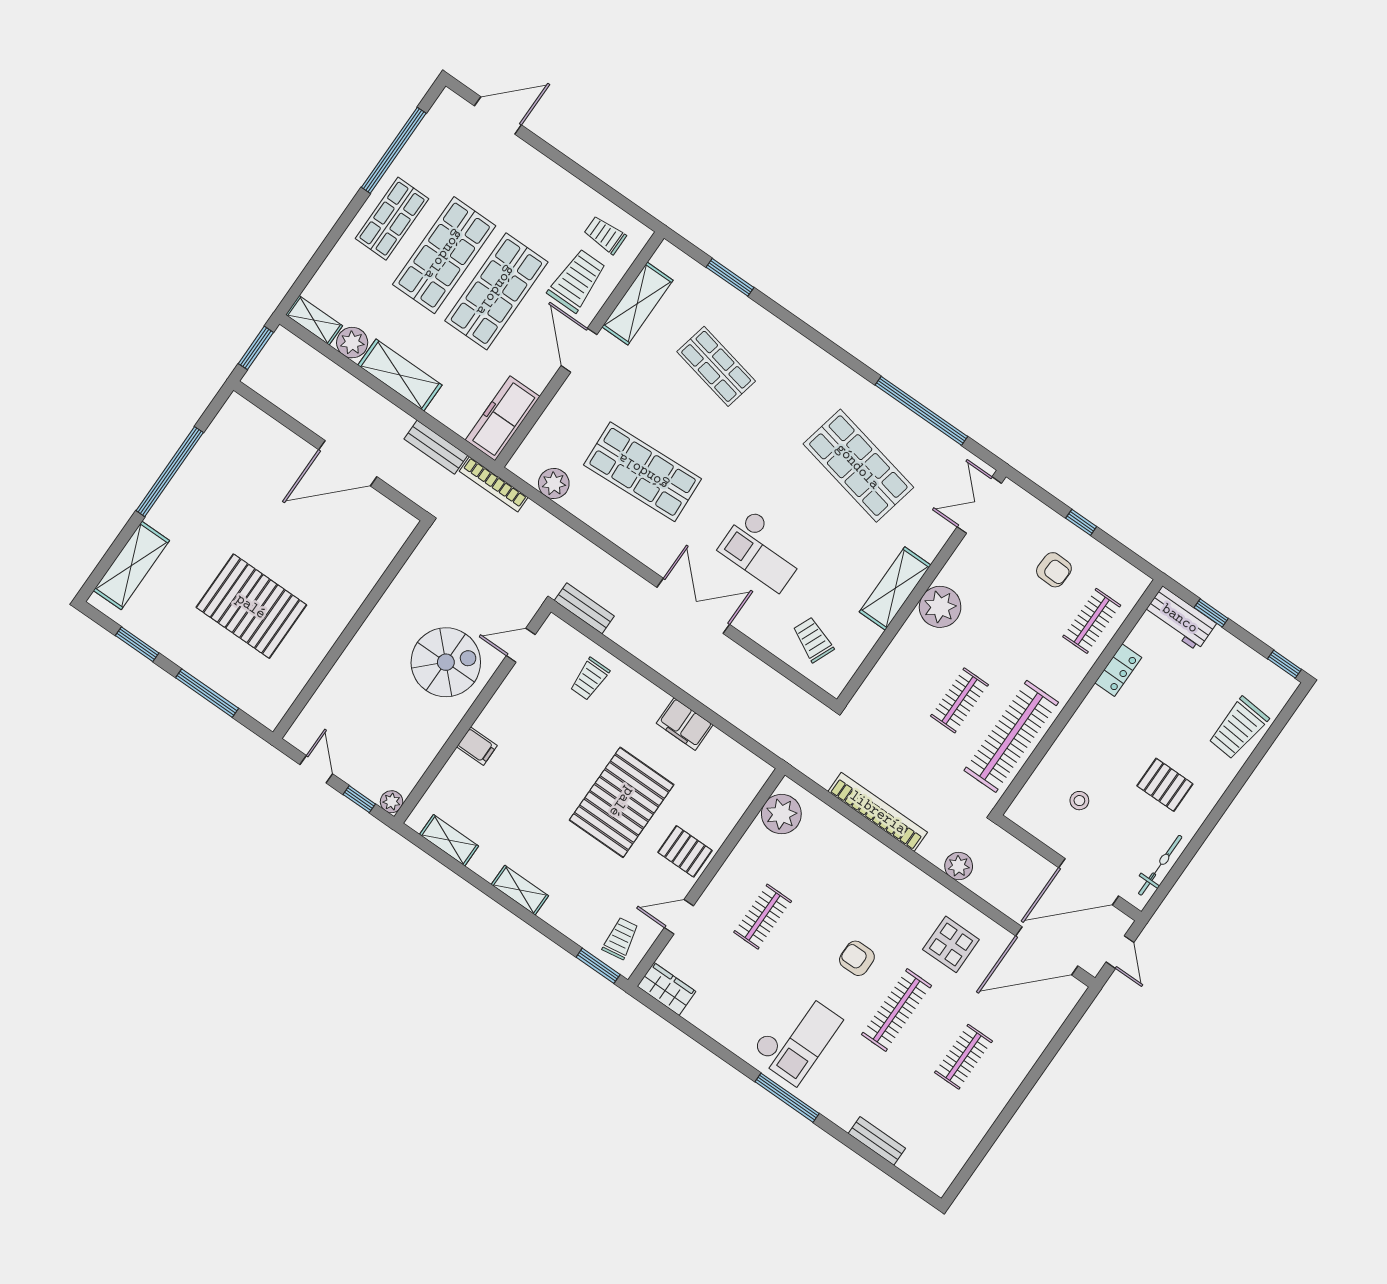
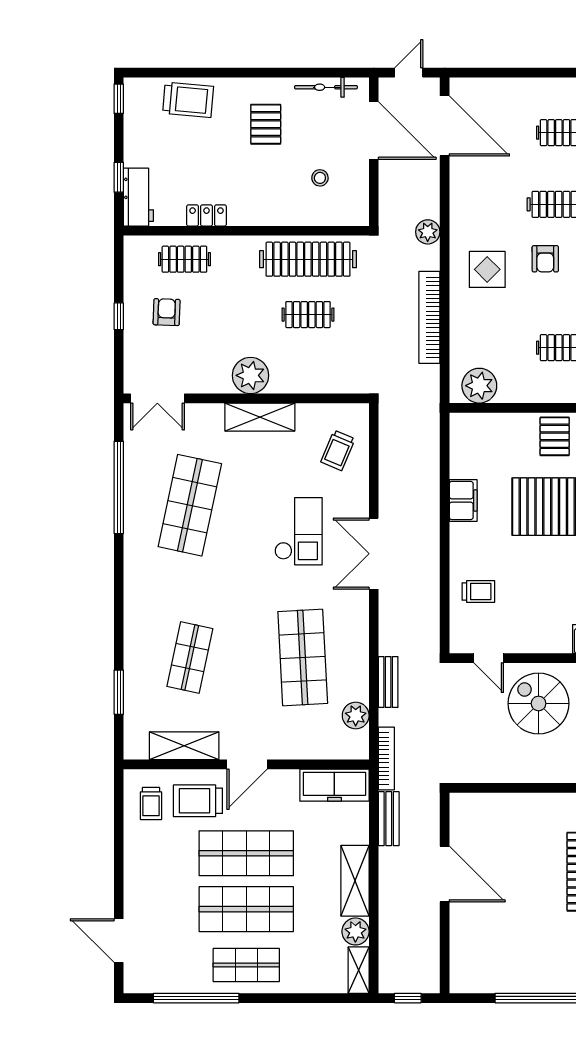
window: (256, 348) -> (408, 998), width x0.67
bench: (584, 608) -> (388, 682), moved
display table: (951, 944) -> (487, 269), moved

